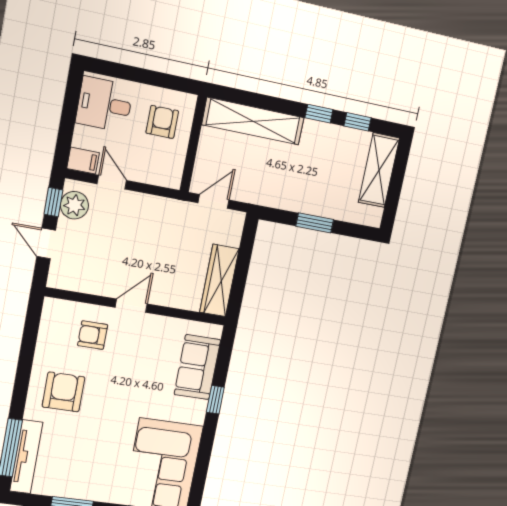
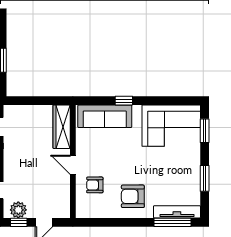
wardrobe: (219, 280) -> (62, 127), moved, turned 90
armchair: (93, 335) -> (95, 185), turned 90
sofa: (197, 367) -> (105, 116), width x1.36

